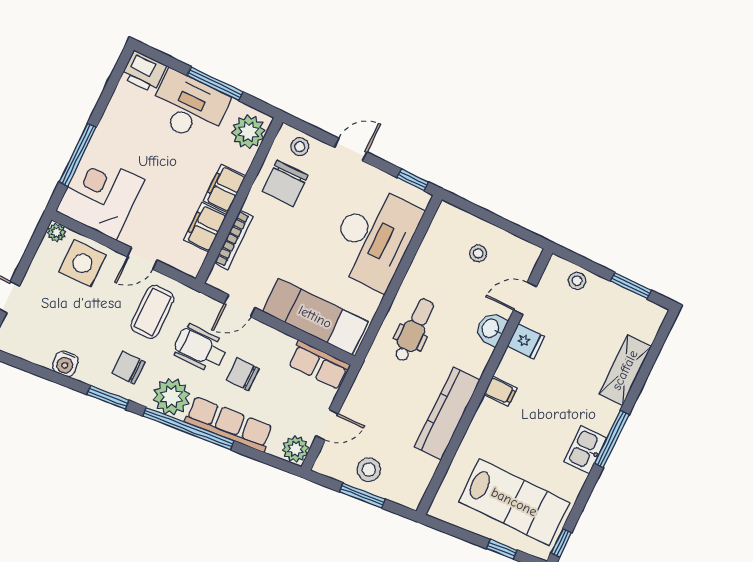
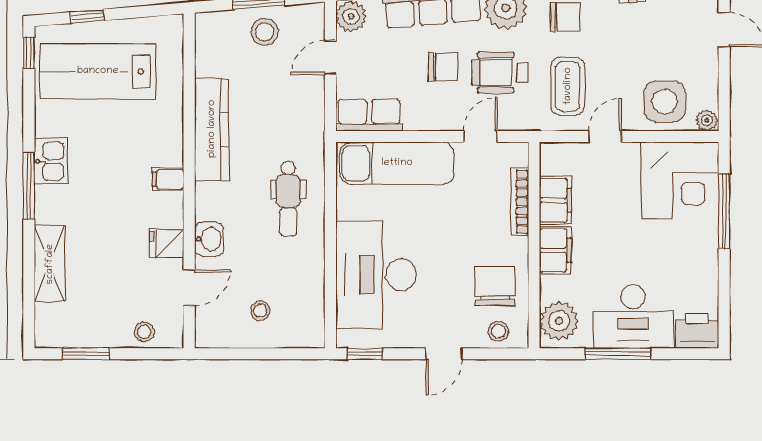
wheelchair: (200, 348) -> (500, 73), turned 180

